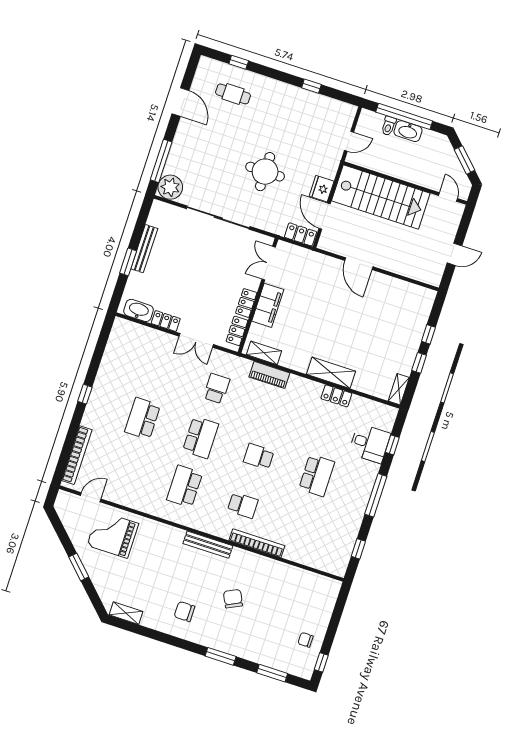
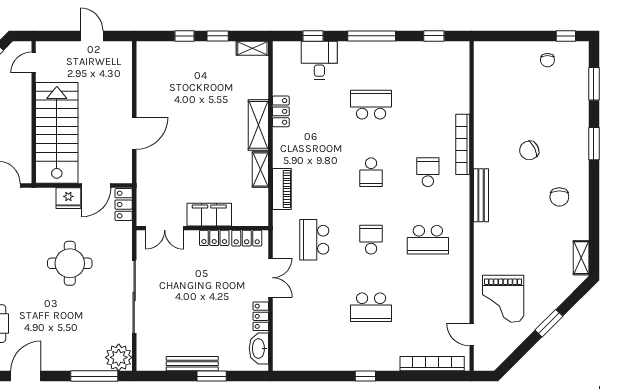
shelving: (264, 353) -> (260, 169), moved
school desk: (217, 389) -> (314, 240), width x1.85
school desk: (201, 437) -> (371, 240), width x0.54

